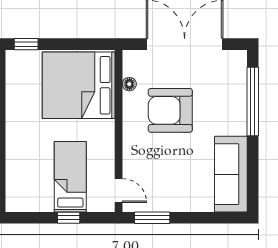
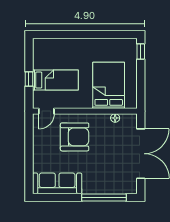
bed: (79, 85) -> (109, 85), width x0.73
armchair: (170, 110) -> (75, 137), moved, turned 90
window: (152, 218) -> (29, 133), removed

